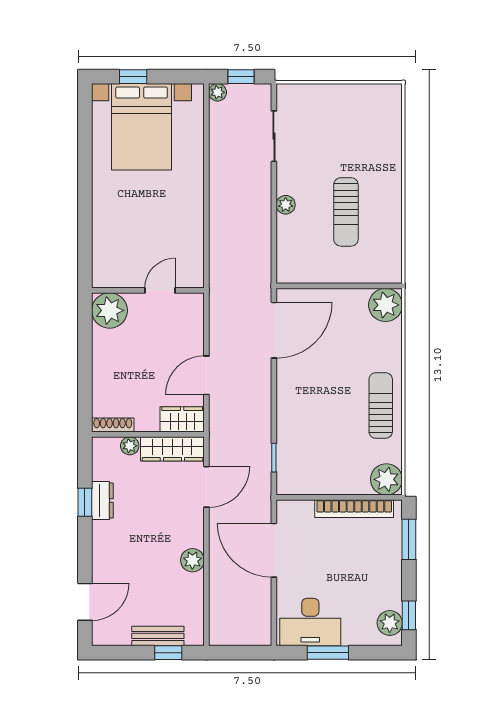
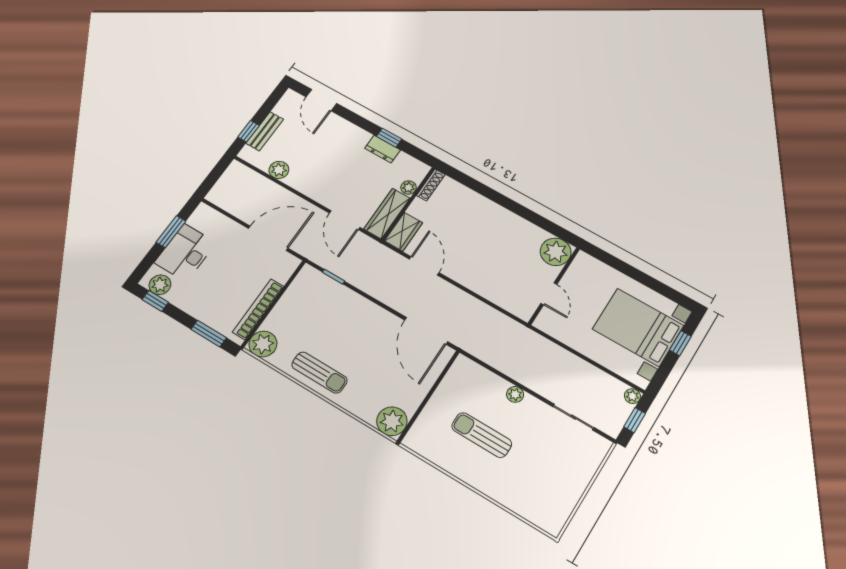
wall: (148, 290) -> (554, 286), moved
door: (160, 290) -> (549, 294), moved
plant: (110, 310) -> (556, 252), moved
plant: (192, 560) -> (279, 170), moved
desk: (310, 622) -> (185, 253), moved

